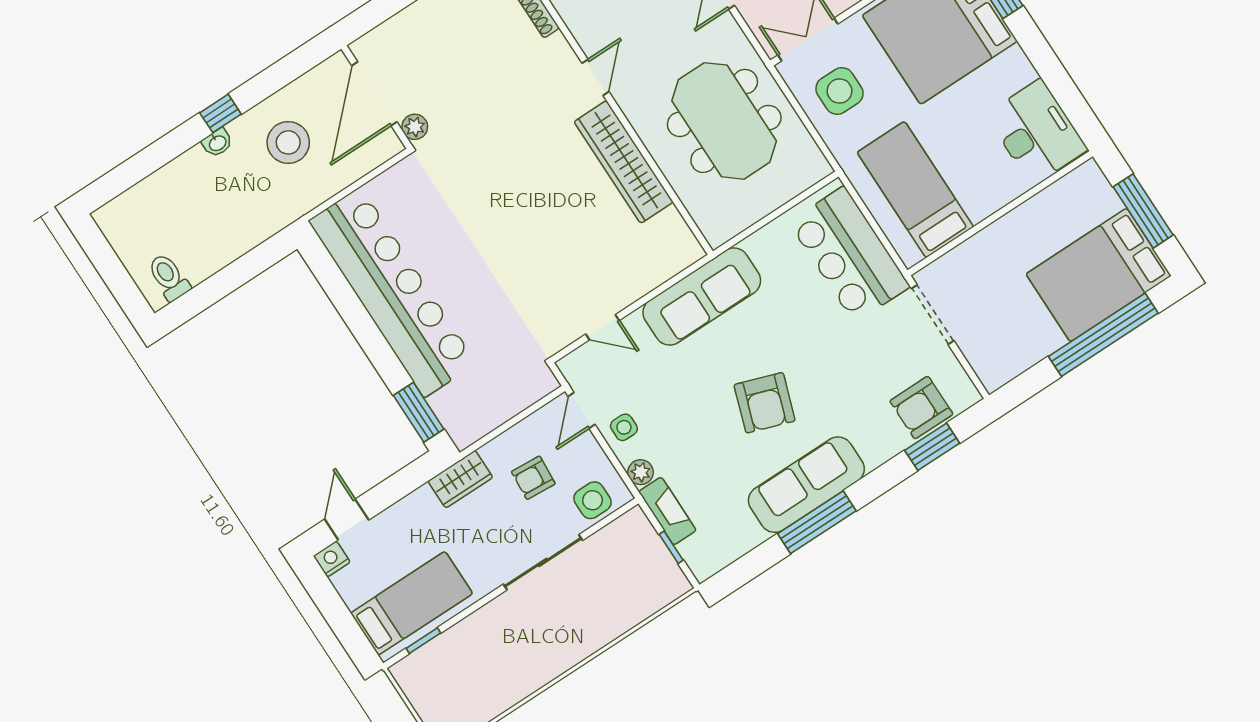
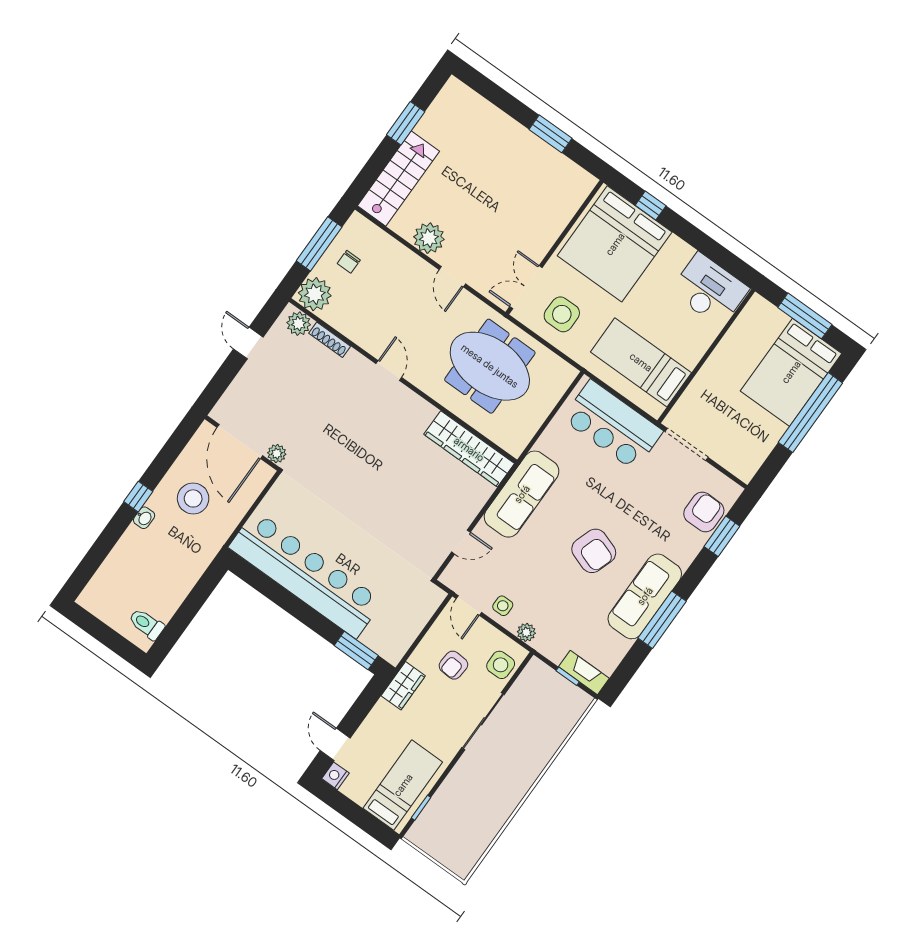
wardrobe: (624, 162) -> (469, 449), moved
armchair: (921, 408) -> (704, 512), turned 180
fireplace: (667, 511) -> (584, 673), moved

